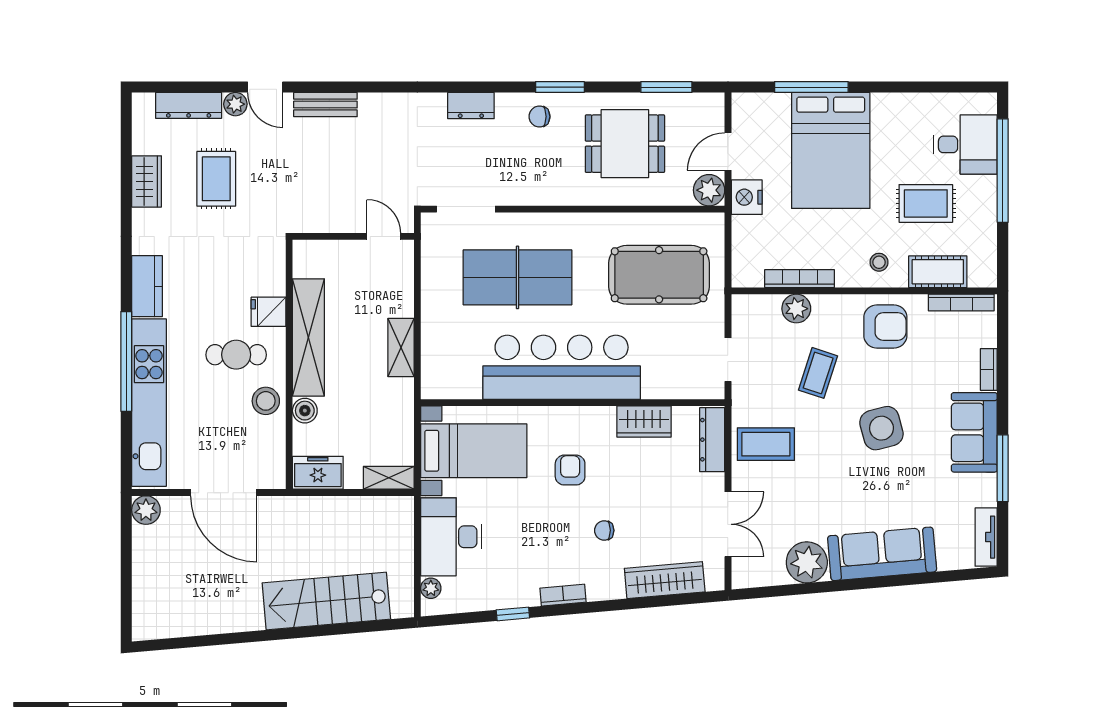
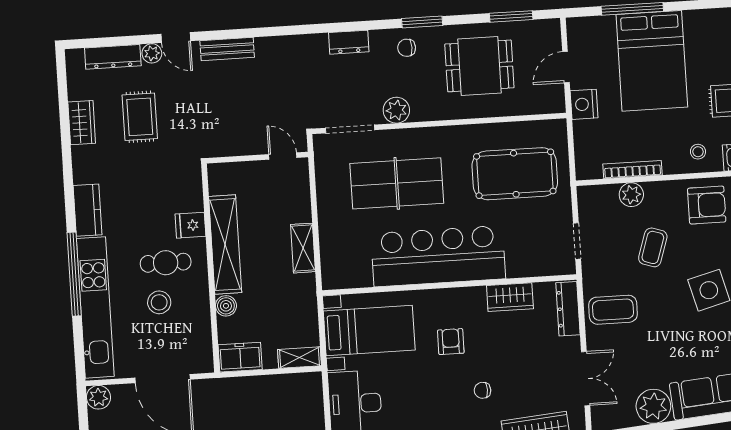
plant: (709, 190) -> (396, 110), moved
stool: (266, 401) -> (159, 302), moved

